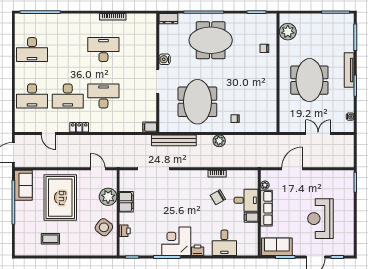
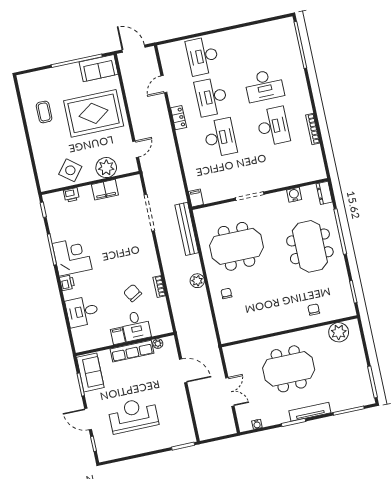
desk: (32, 50) -> (264, 86), moved, turned -90
water cooler: (165, 59) -> (294, 195), moved

